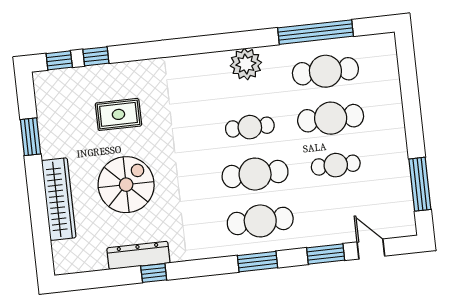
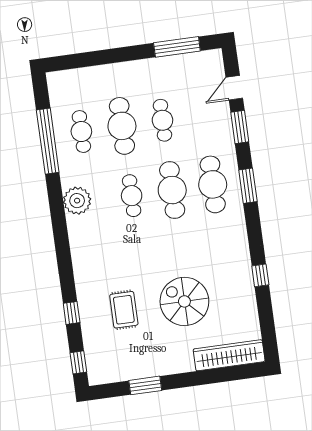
window: (96, 56) -> (72, 313), moved
cafe table: (325, 71) -> (81, 132), width x0.73, depth x0.74
wardrobe: (59, 199) -> (229, 355), moved
dresser: (138, 255) -> (245, 289), removed

